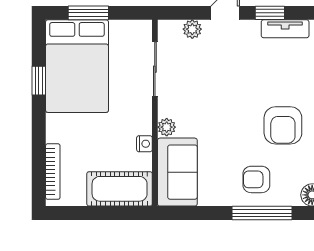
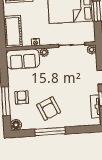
plant: (192, 29) -> (92, 50), moved
armchair: (283, 125) -> (49, 109), turned -114

